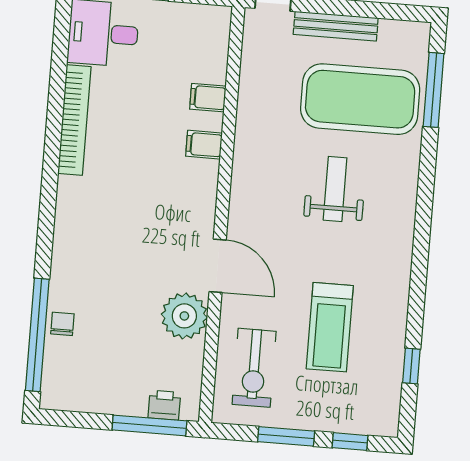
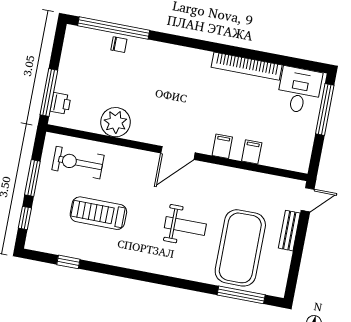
bench: (336, 26) -> (289, 231), width x0.73
door: (218, 266) -> (178, 153), moved

